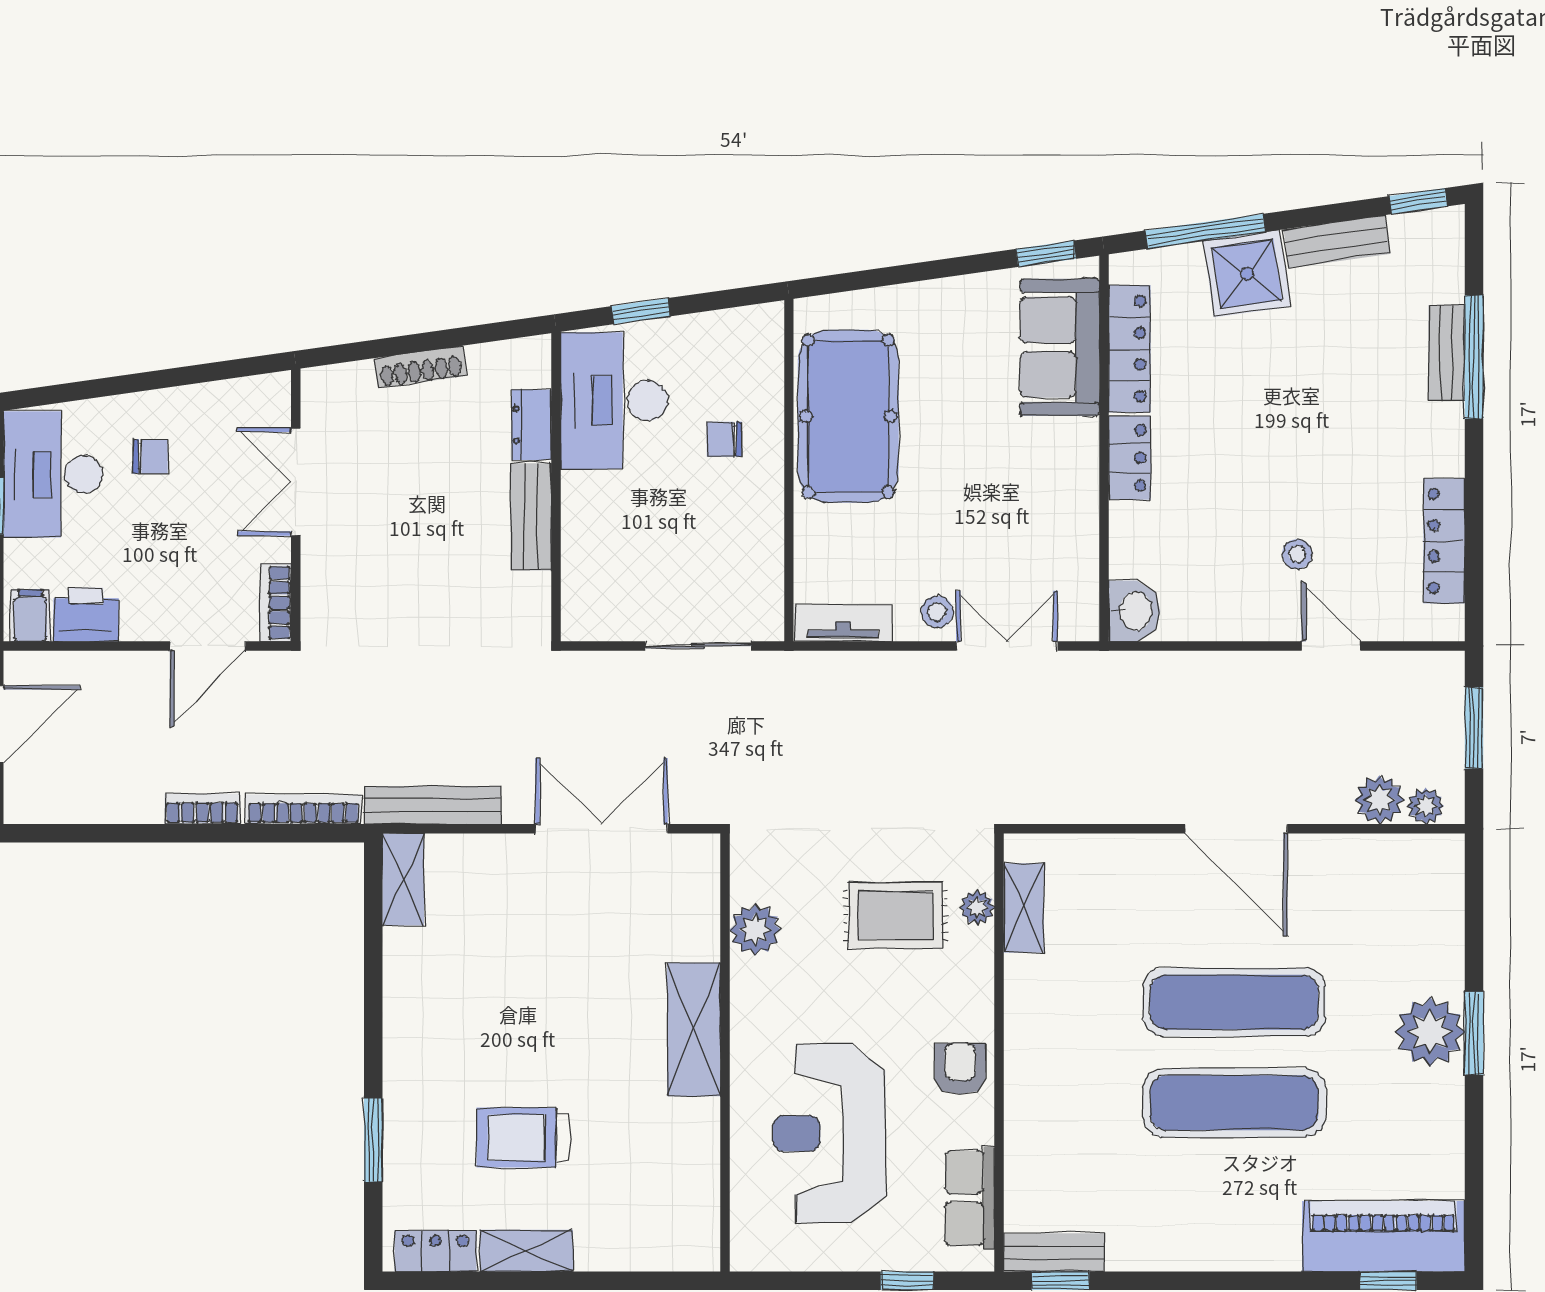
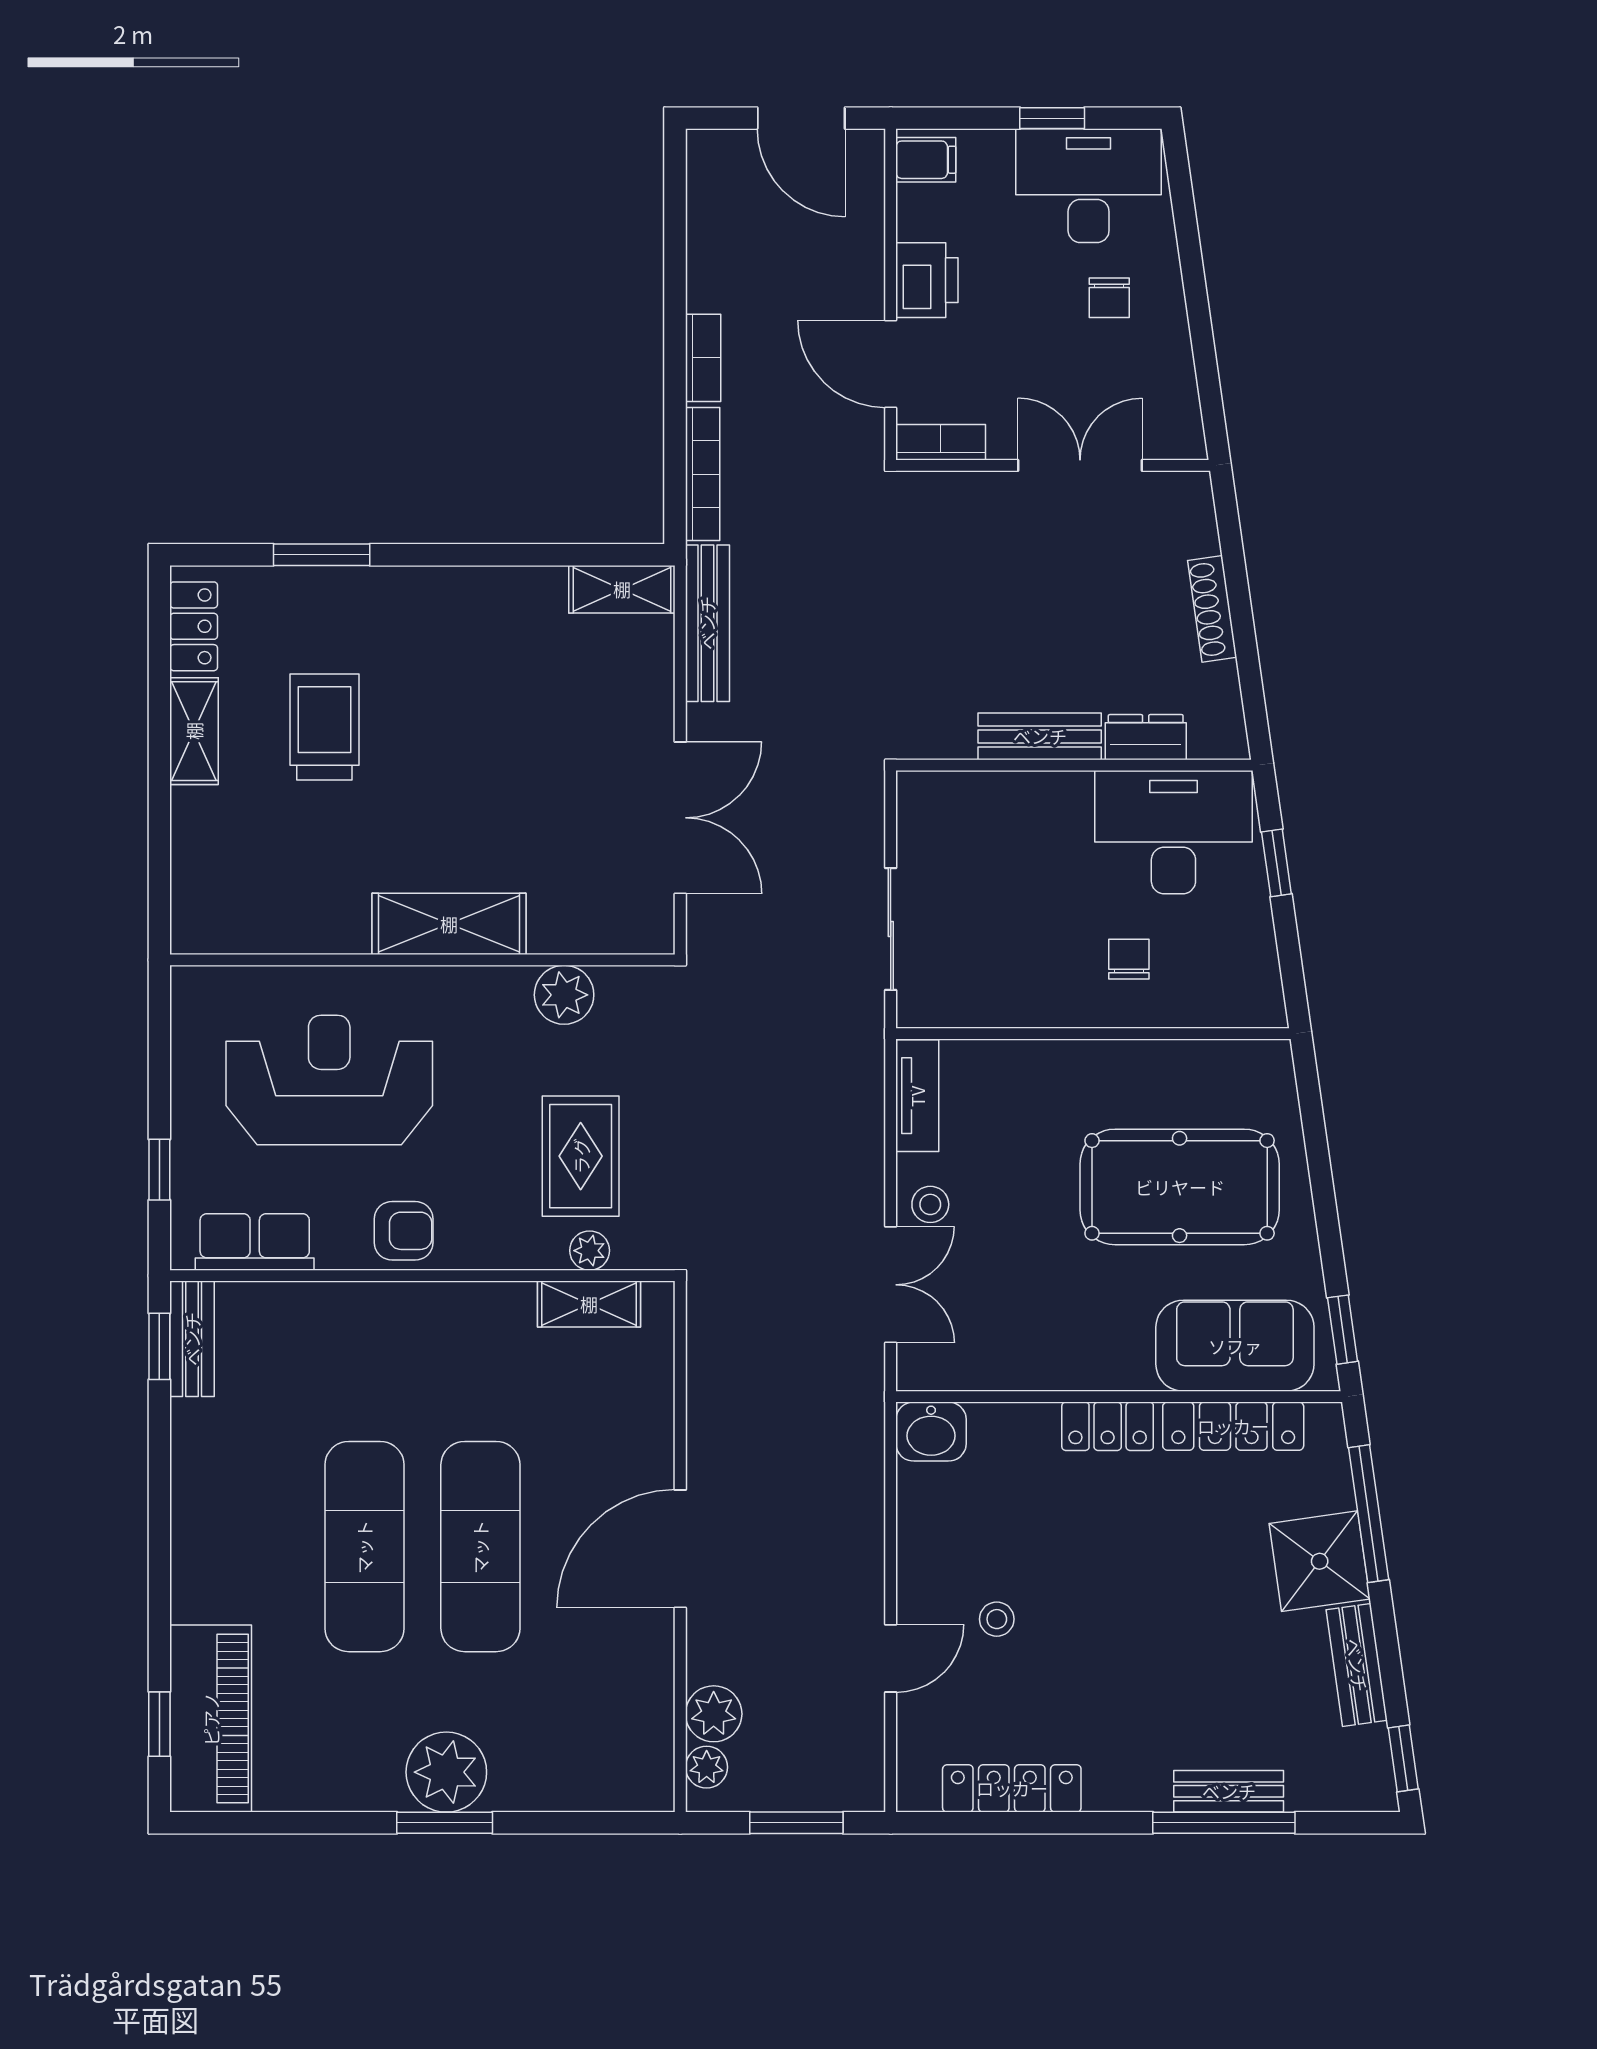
pool table: (848, 416) -> (1180, 1187), moved
printer: (86, 615) -> (927, 280), moved

